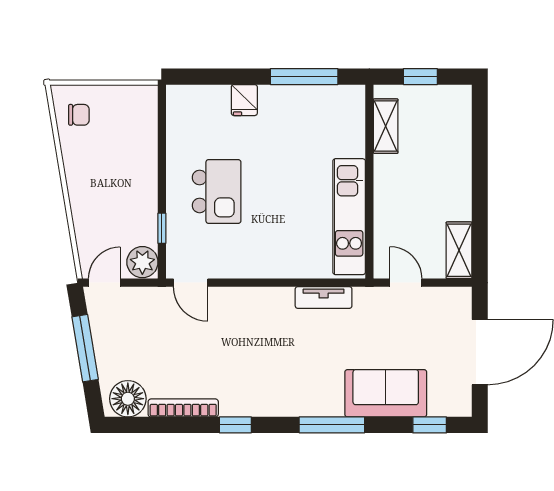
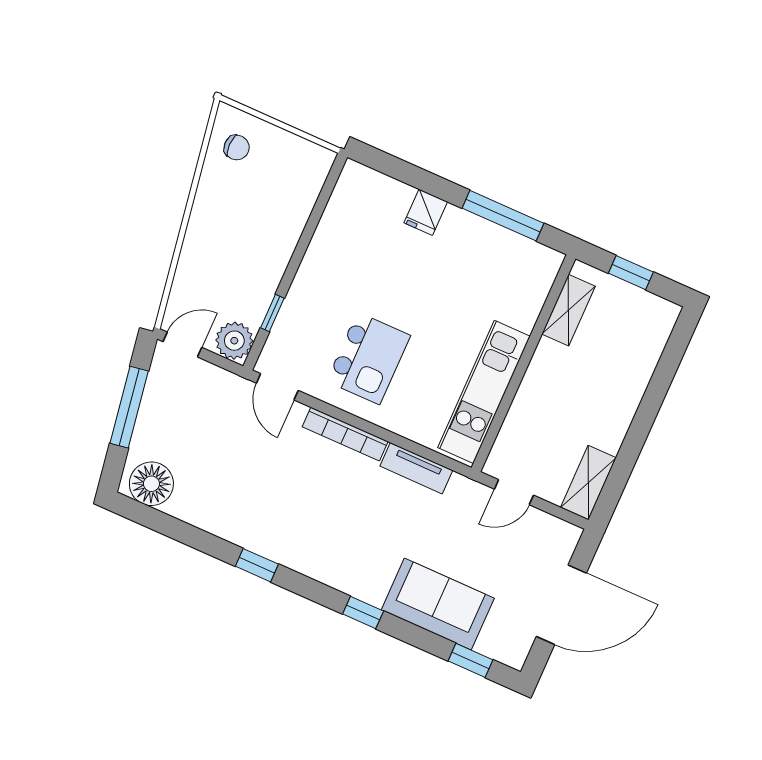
kitchen island: (217, 191) -> (368, 358), moved
door: (406, 283) -> (514, 492), swing flipped
bookcase: (183, 408) -> (345, 434), moved, turned 180
window: (332, 425) -> (363, 612), width x0.46

